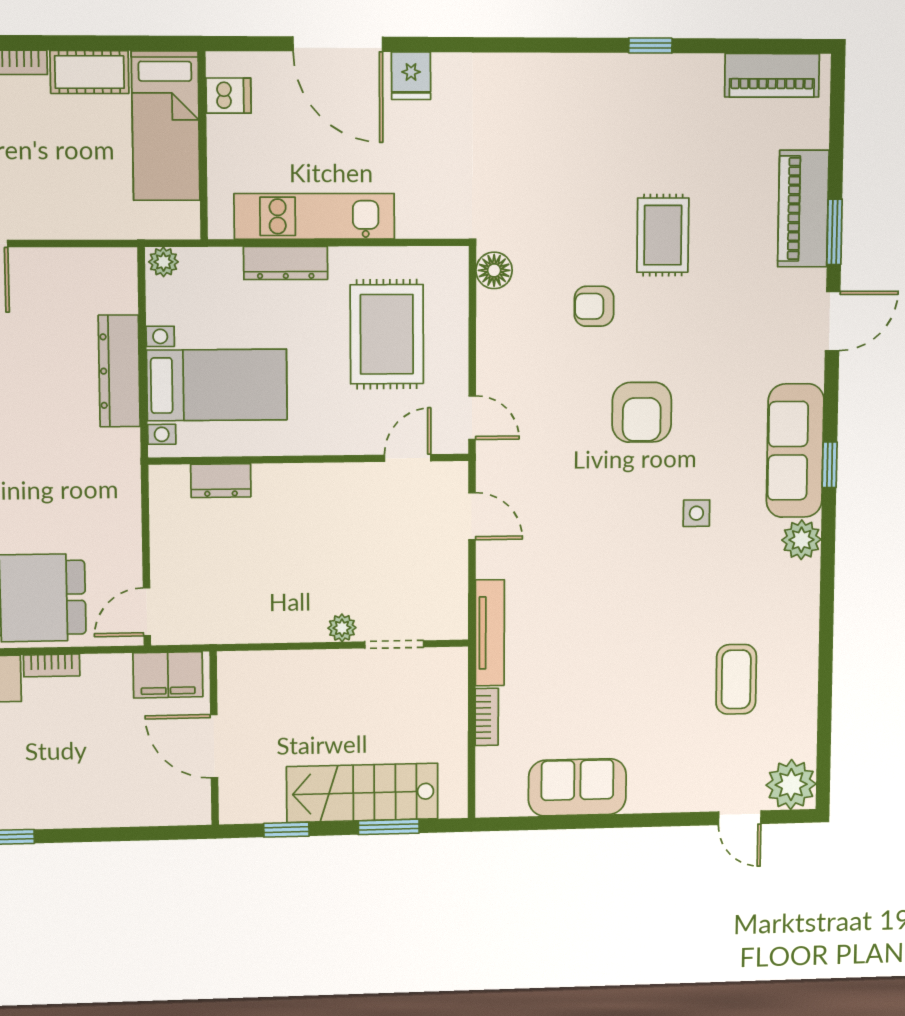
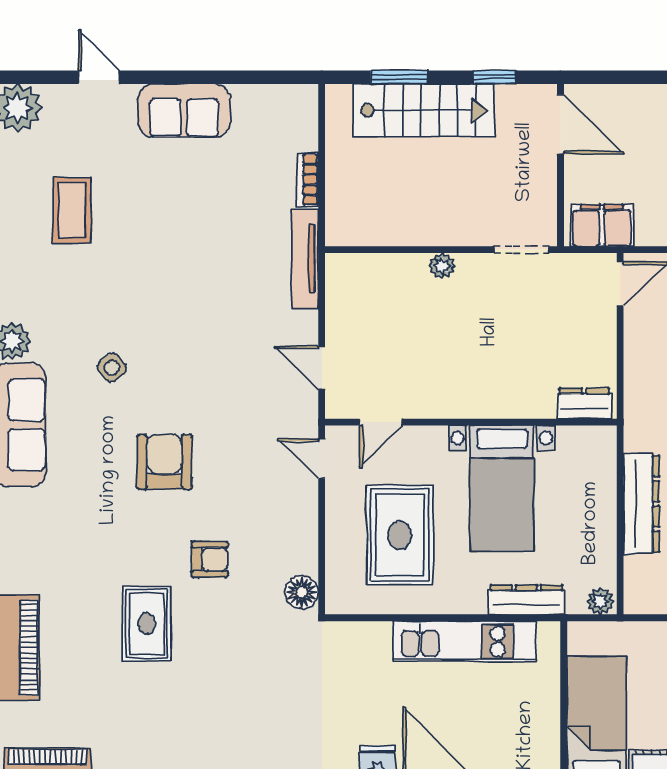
dishwasher: (228, 96) -> (541, 748), removed
dresser: (286, 263) -> (526, 600), moved
bed with nightstands: (217, 385) -> (502, 488), moved, turned -90
dresser: (221, 481) -> (584, 404), moved
side table: (696, 513) -> (112, 368), turned -38
doorway: (394, 644) -> (522, 250), moved
door: (214, 746) -> (560, 124), moved
sofa: (577, 787) -> (184, 110), moved
door: (740, 818) -> (99, 77), moved

